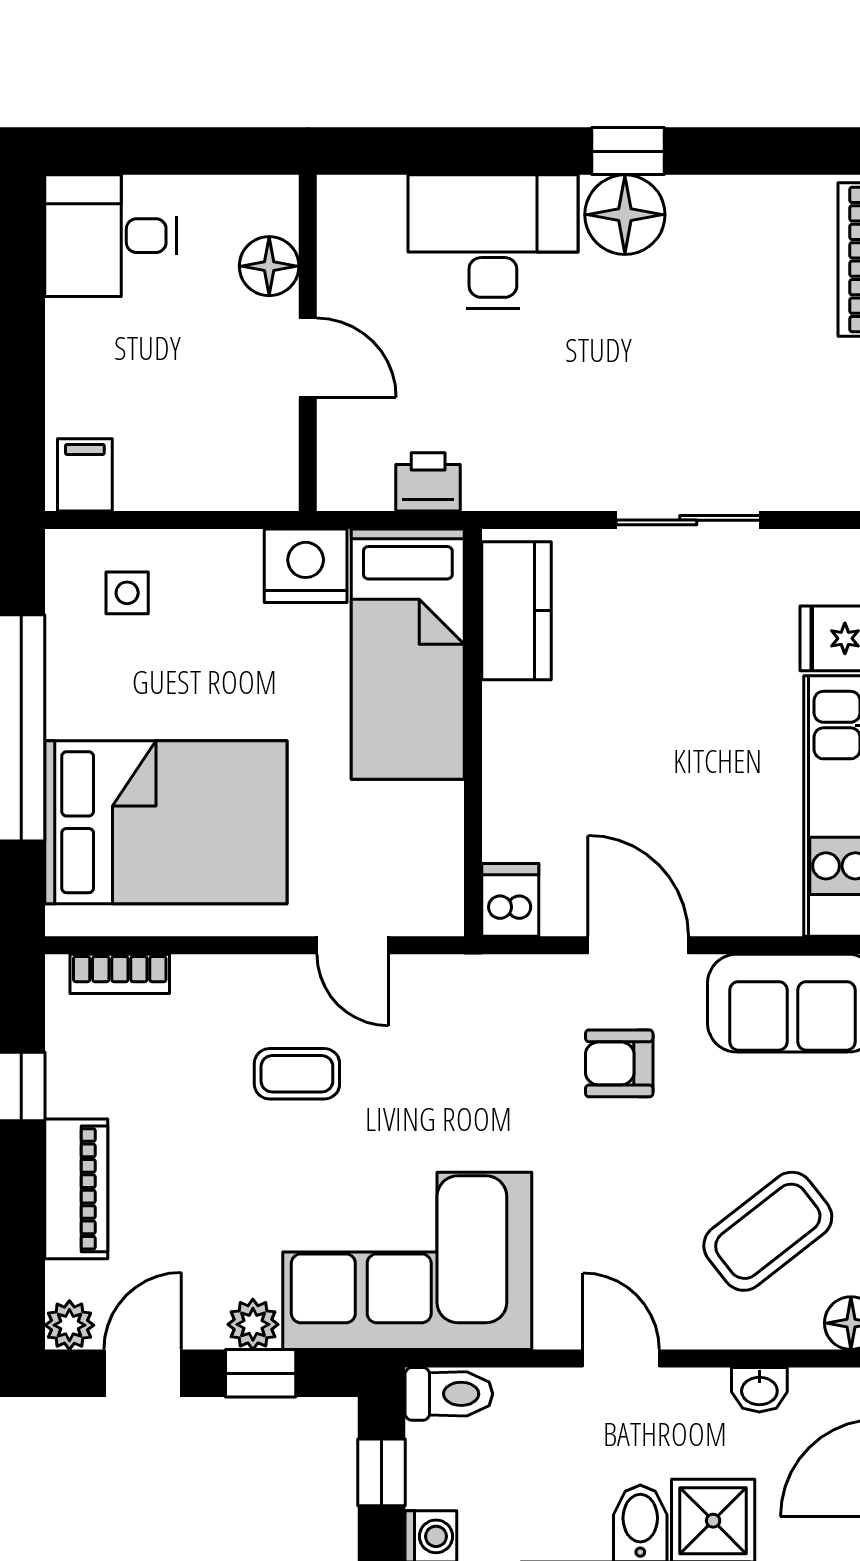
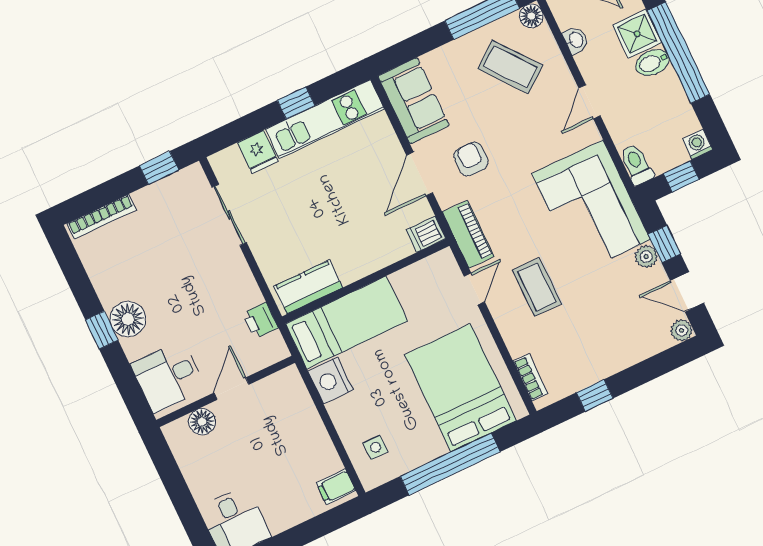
desk: (493, 241) -> (168, 376), width x0.73
floor lamp: (269, 266) -> (202, 422), moved
wall: (308, 343) -> (226, 391), moved
door: (308, 358) -> (232, 389), moved
printer: (428, 482) -> (261, 321), moved
sliding door: (688, 520) -> (229, 215), moved
armchair: (619, 1063) -> (471, 159), turned 180
coffee table: (297, 1074) -> (537, 287), width x1.36, depth x1.30
piano: (76, 1189) -> (468, 234), moved, turned 90

